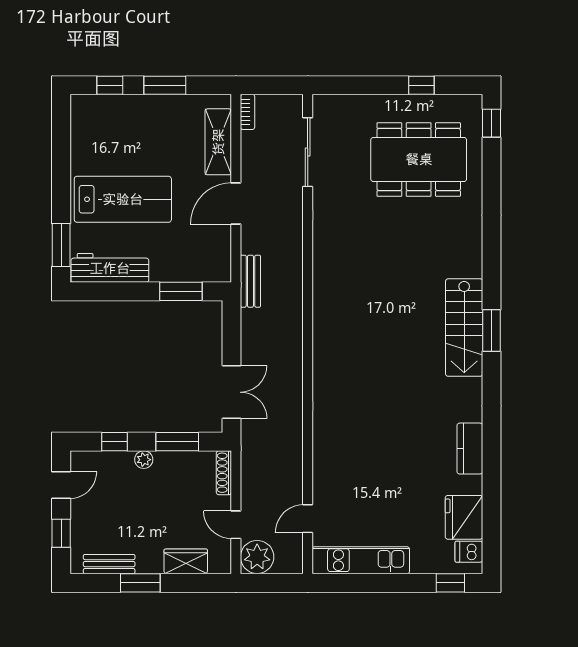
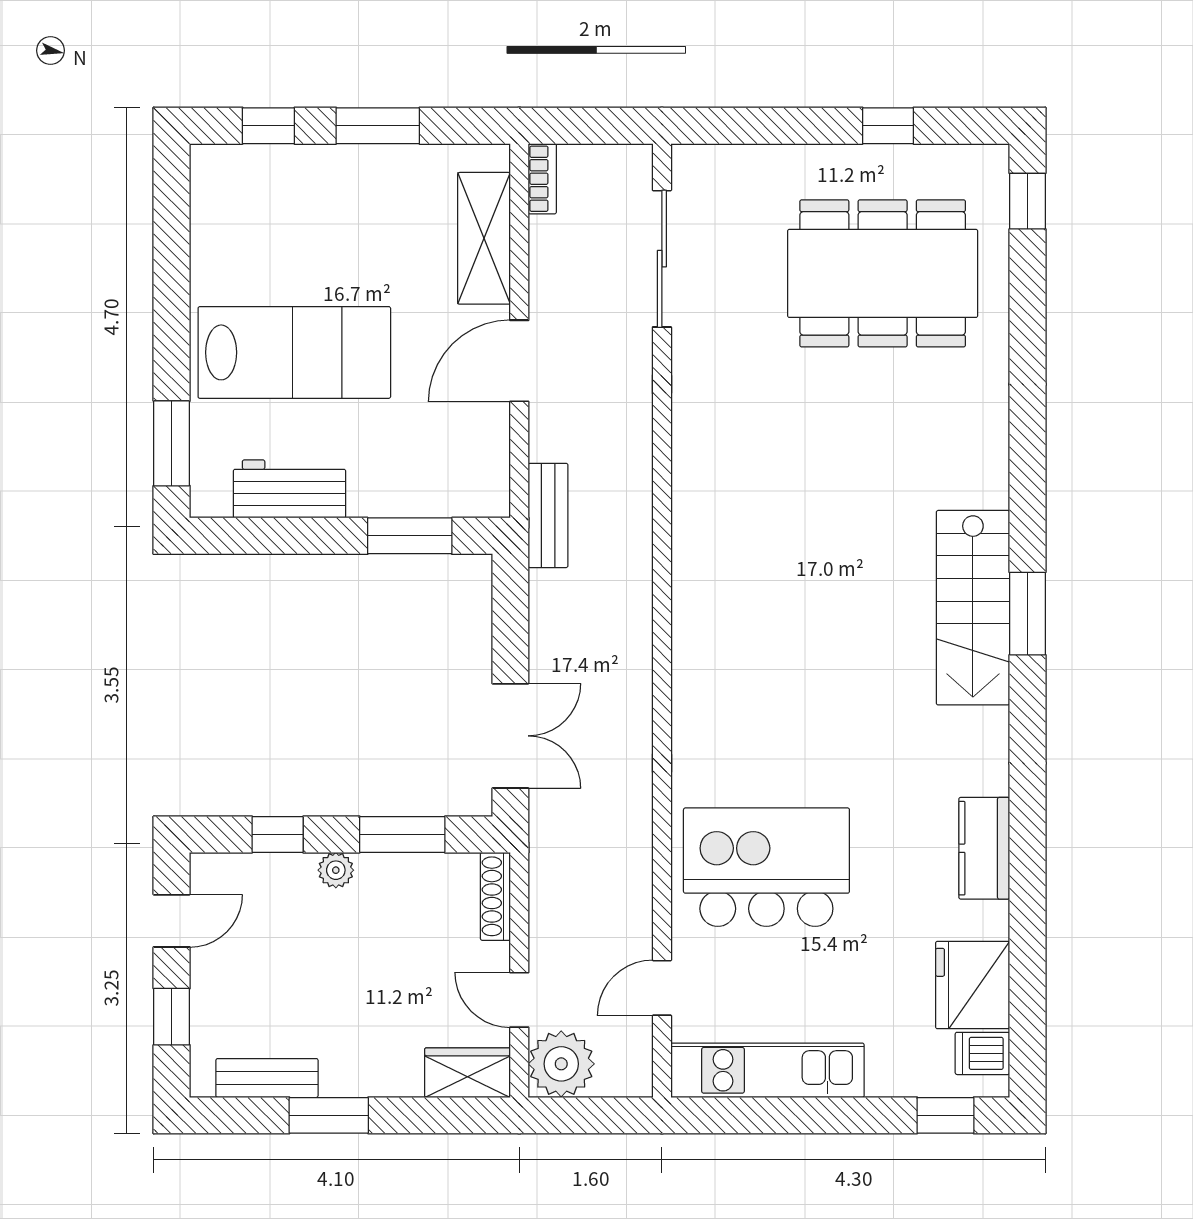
workbench: (110, 268) -> (290, 489), width x0.73
kitchen island: (360, 458) -> (766, 867), added
wardrobe: (186, 561) -> (468, 1073), moved

